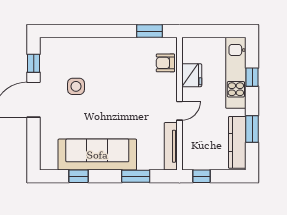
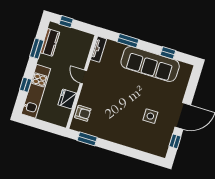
door: (179, 111) -> (83, 77), hinge flipped
kitchen counter: (237, 142) -> (50, 42), width x0.67
tv unit: (171, 146) -> (99, 49), width x0.71
window: (202, 176) -> (66, 22), moved

